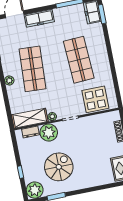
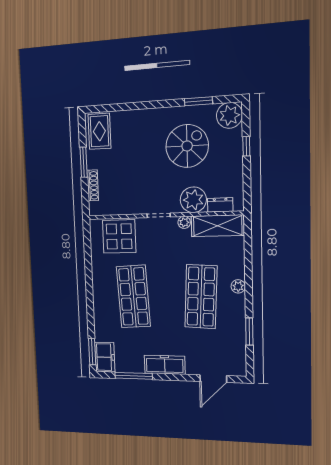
freezer: (39, 18) -> (165, 365), moved
spiral stairs: (59, 167) -> (187, 146), turned 180

